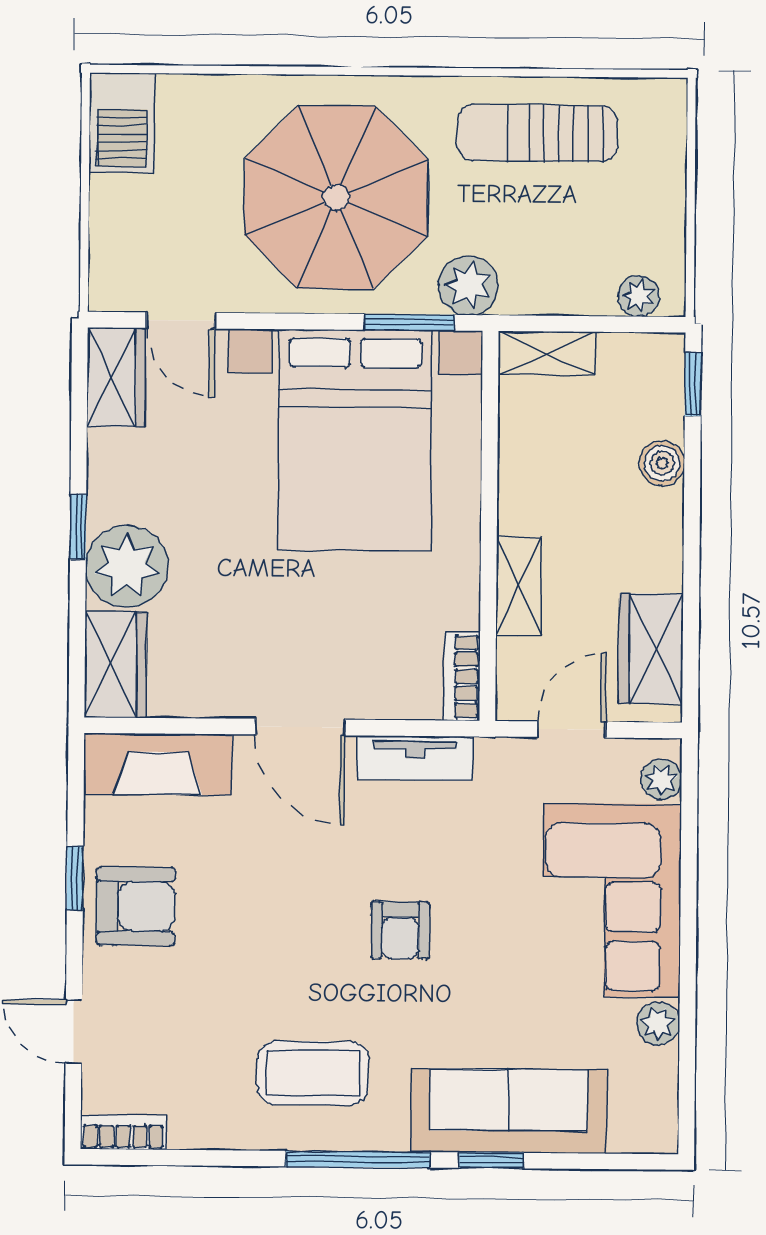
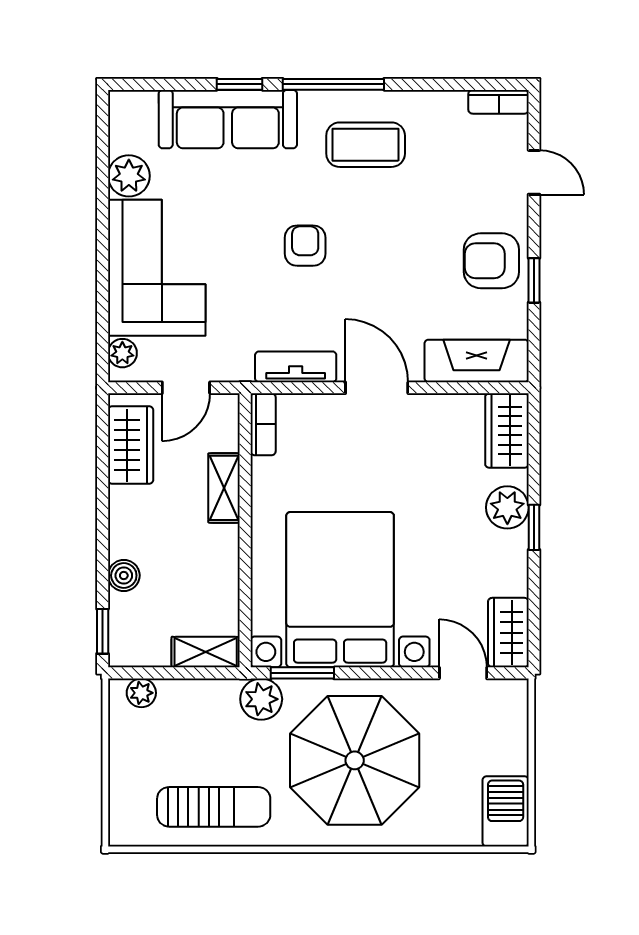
plant: (127, 566) -> (507, 507), width x0.73, depth x0.73
plant: (658, 1024) -> (129, 176), width x1.38, depth x1.38

